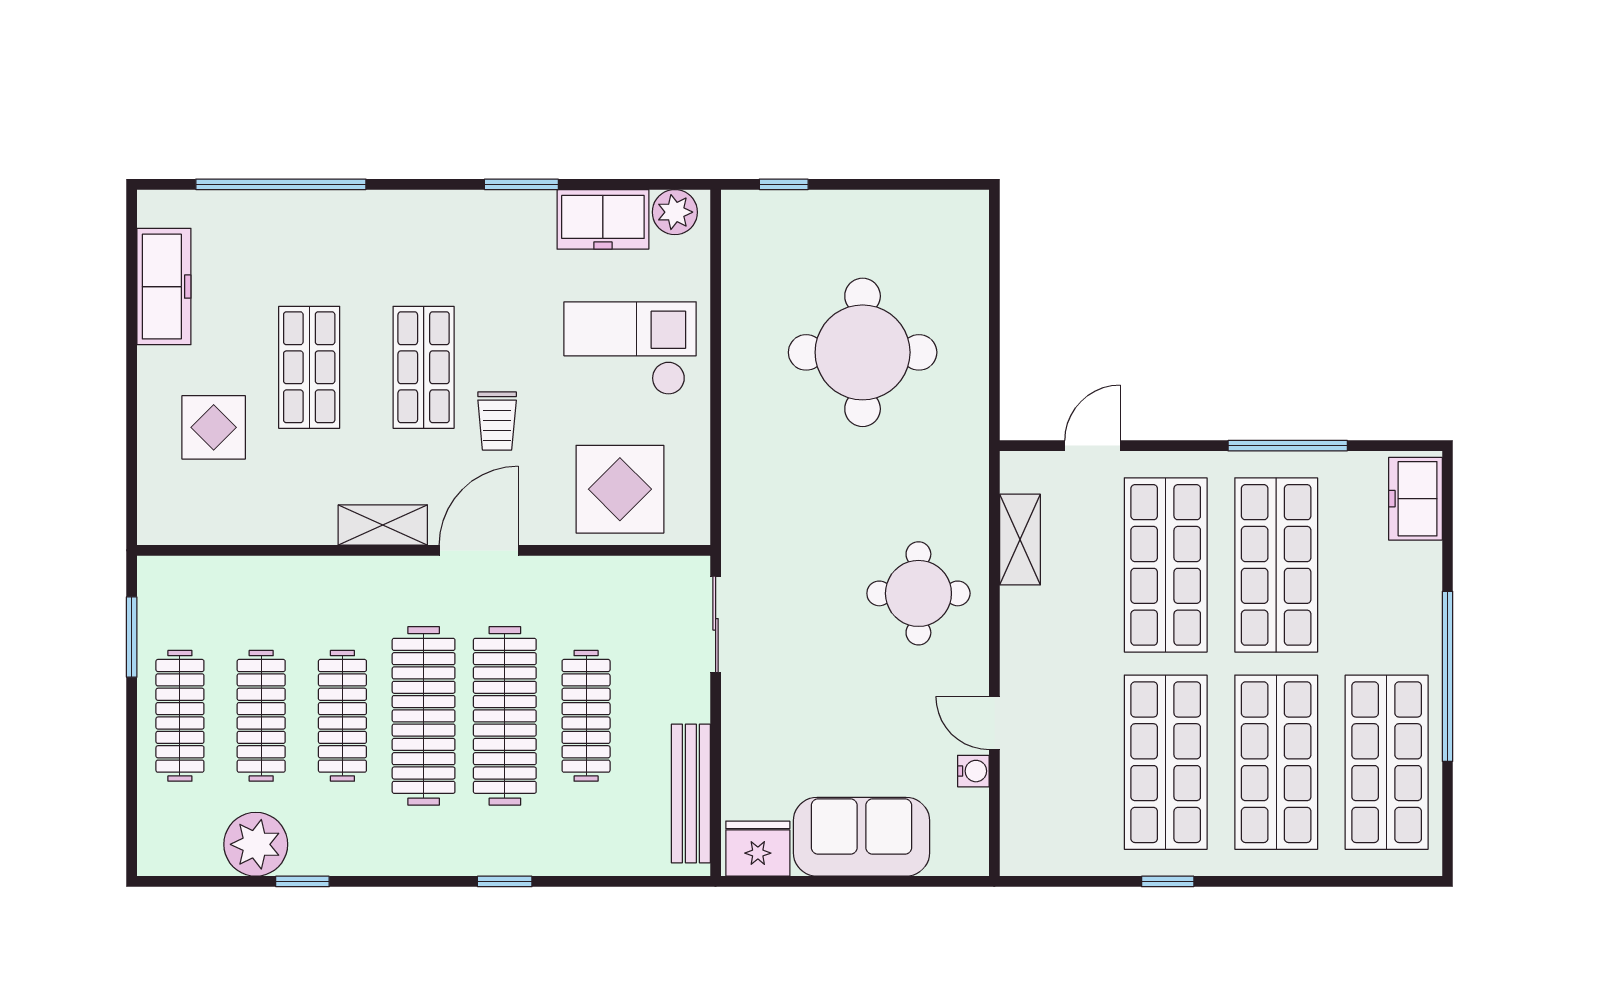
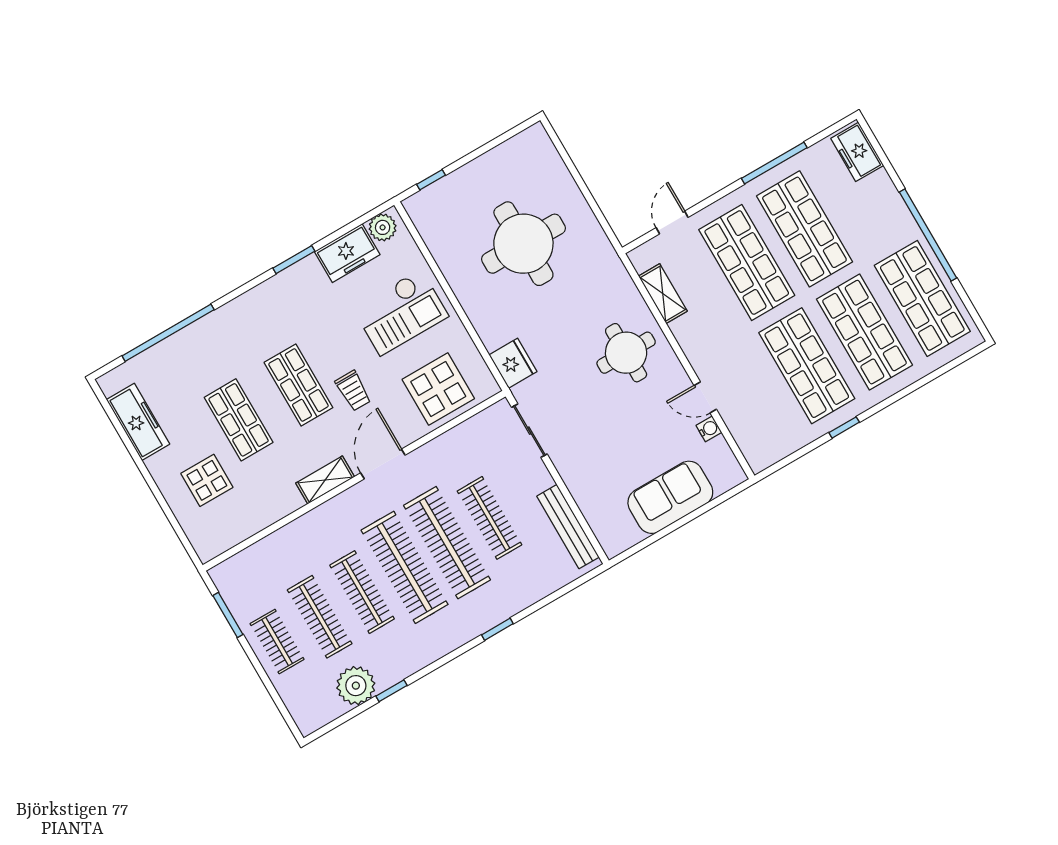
checkout: (630, 348) -> (401, 312), turned 180
clothes rail: (180, 716) -> (277, 641), width x0.73
fridge: (758, 849) -> (513, 363), moved, turned 90

